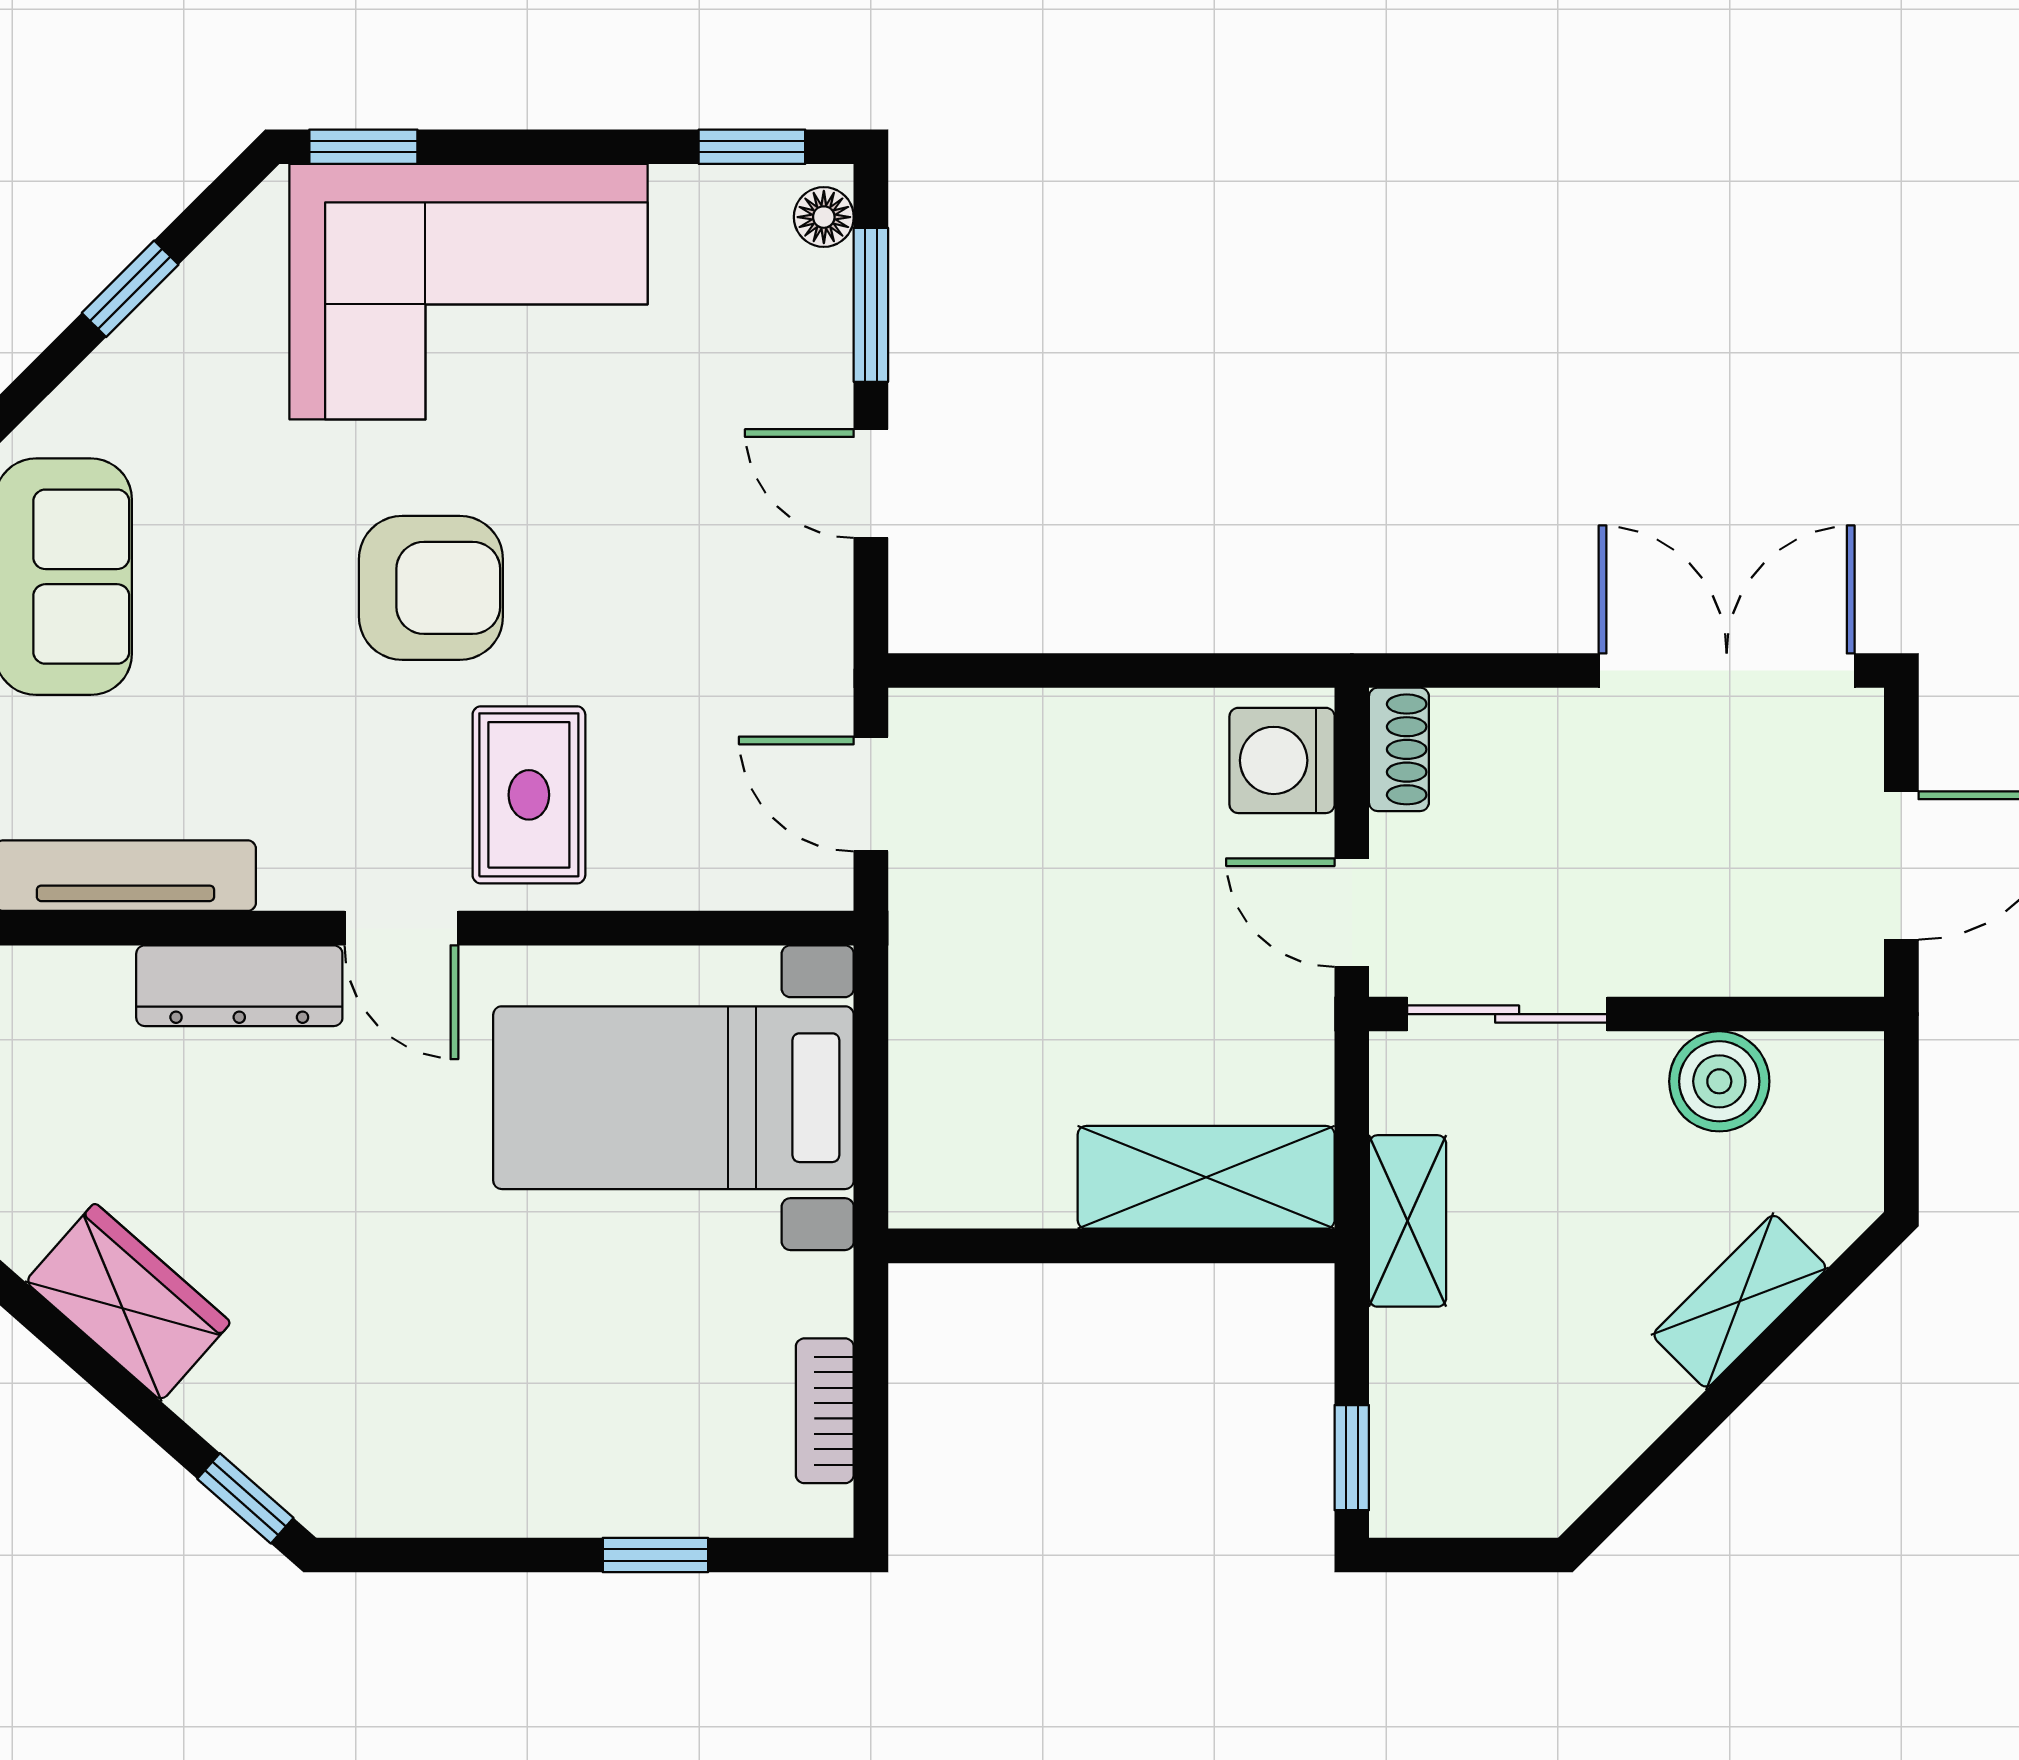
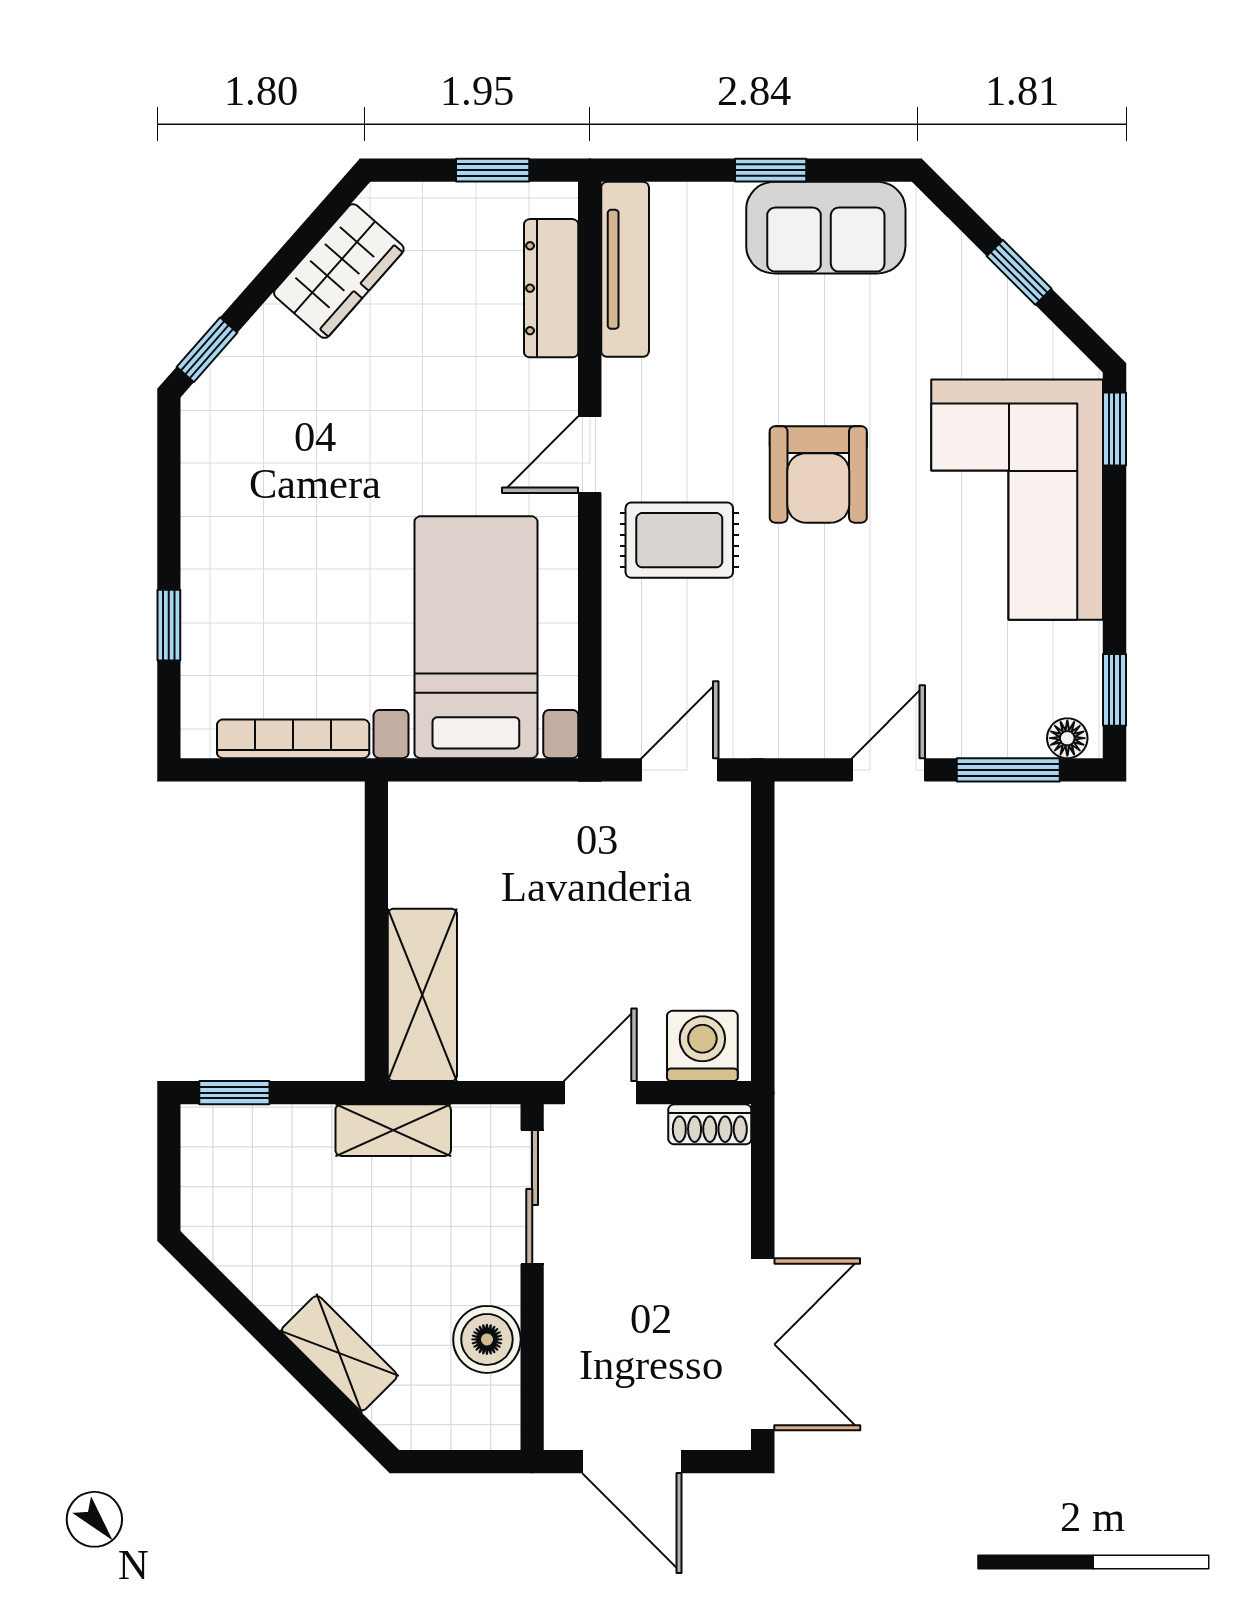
dresser: (239, 986) -> (551, 288), moved
bookcase: (825, 1411) -> (293, 739), width x1.56

